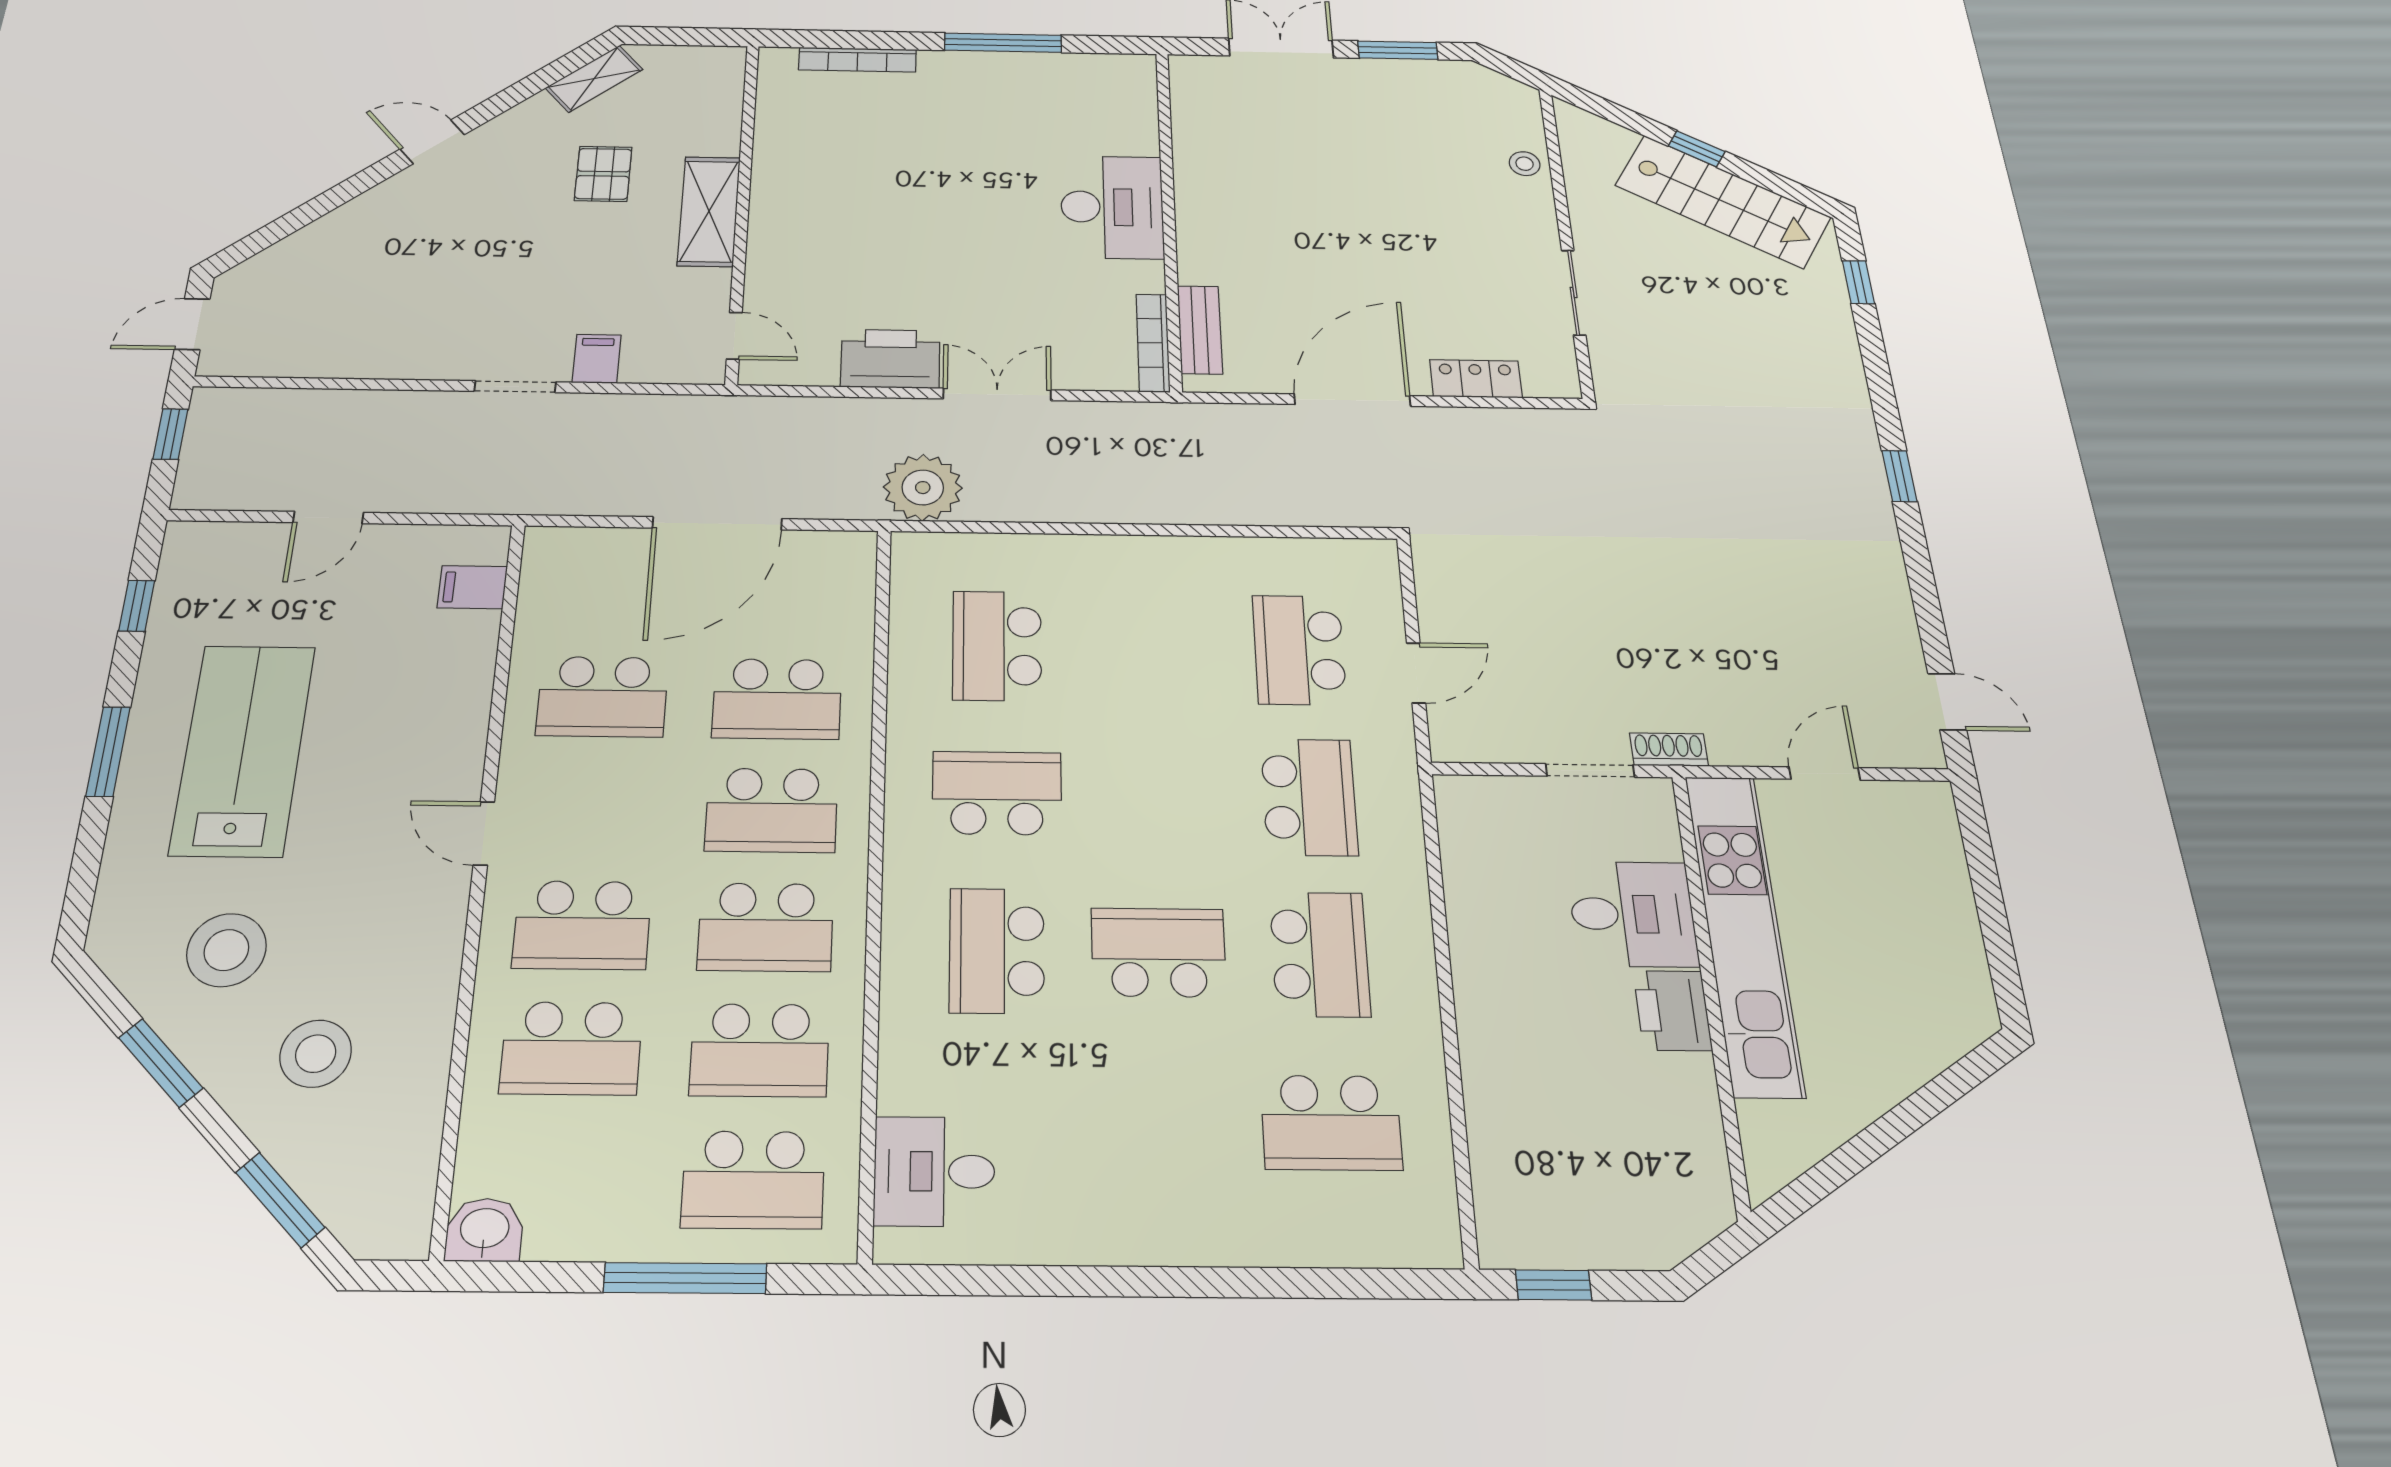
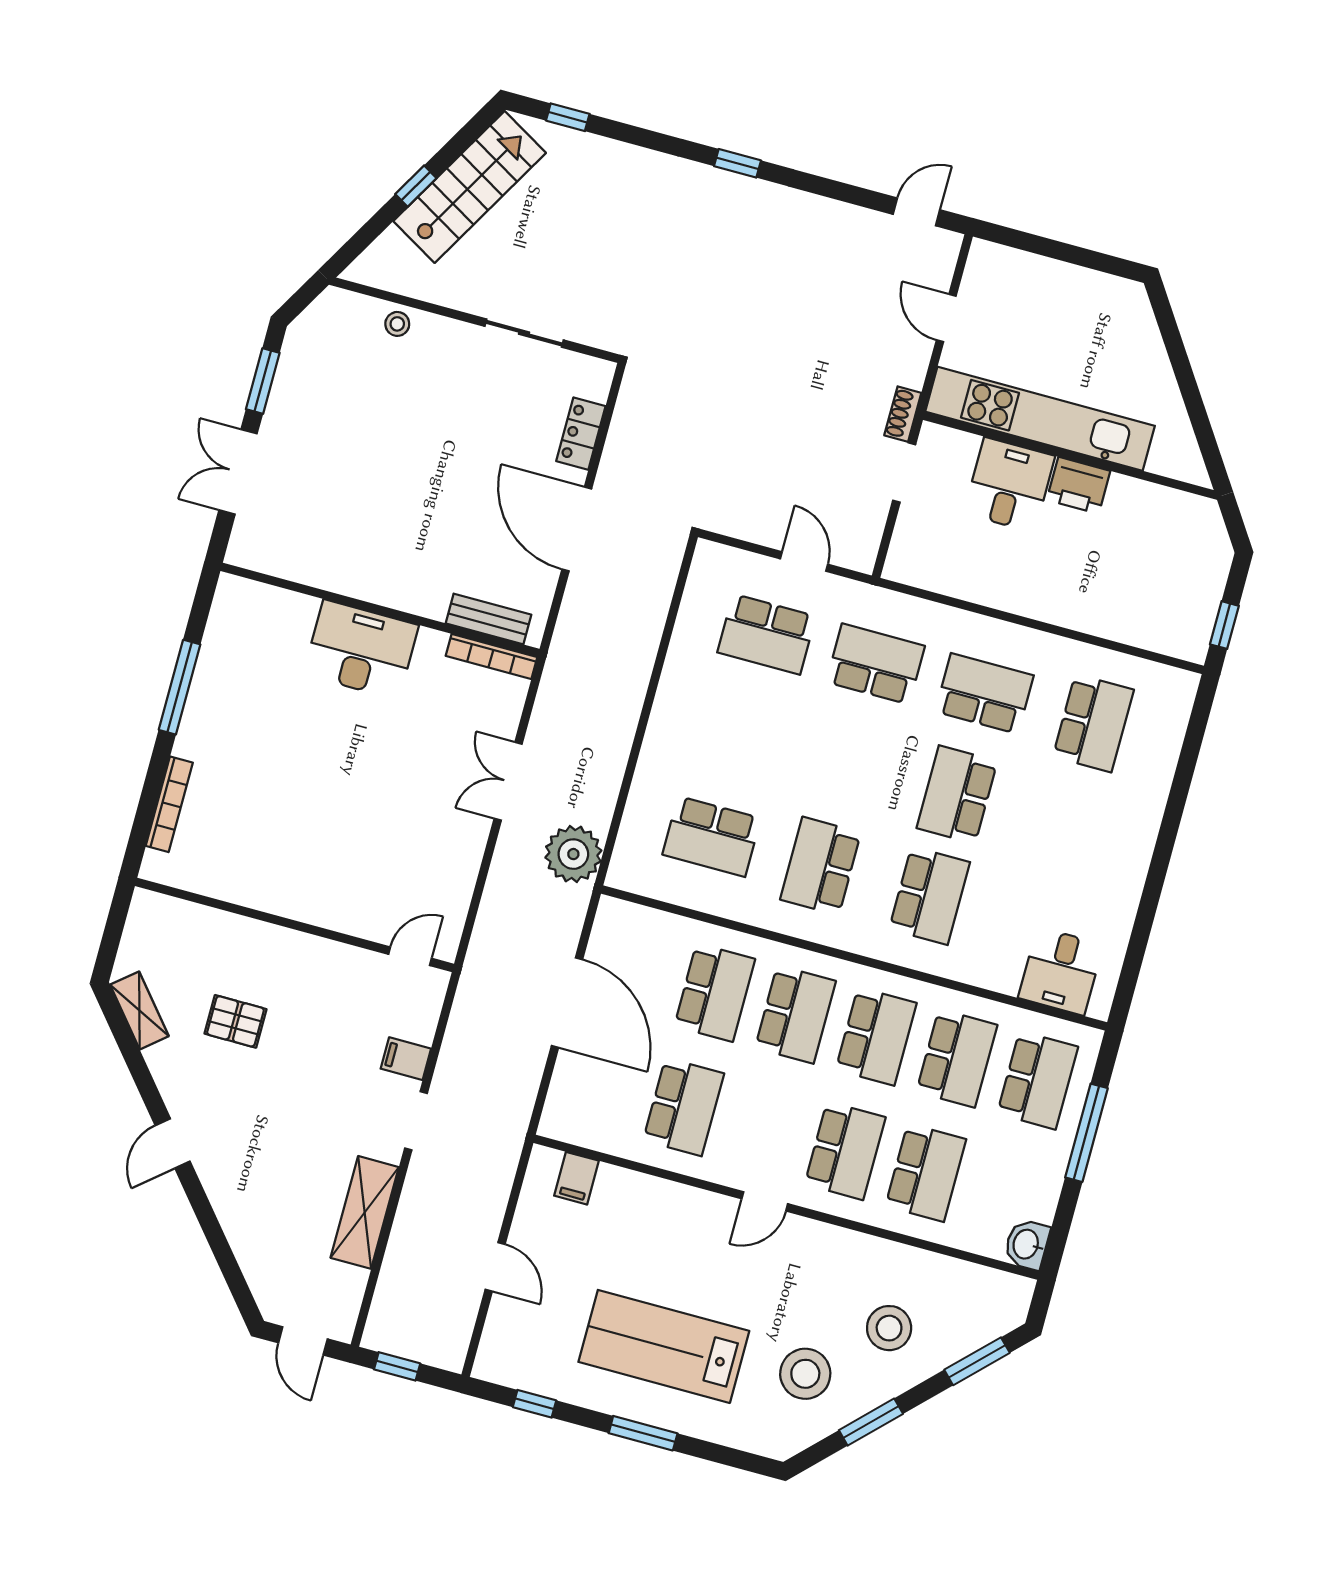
shelving: (709, 211) -> (365, 1212), moved, turned 90
printer: (890, 359) -> (458, 849), removed
school desk: (997, 951) -> (930, 896), turned -90

